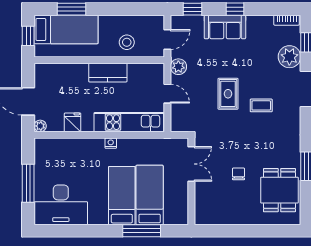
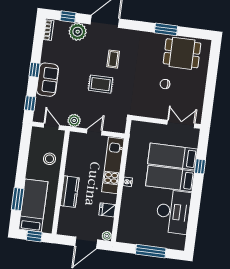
kitchen counter: (108, 73) -> (70, 192), moved
double door: (191, 164) -> (181, 124), moved
desk: (61, 205) -> (173, 212), moved
window: (142, 231) -> (200, 166), width x0.46

